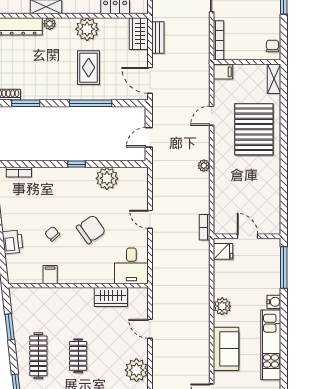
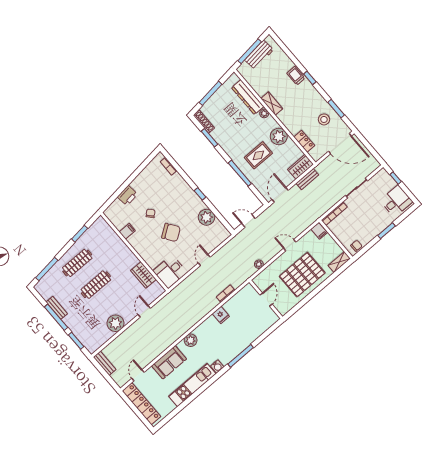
wall: (247, 236) -> (266, 299), moved
door: (248, 236) -> (266, 300), moved
clothes rail: (78, 356) -> (96, 285), width x1.36

